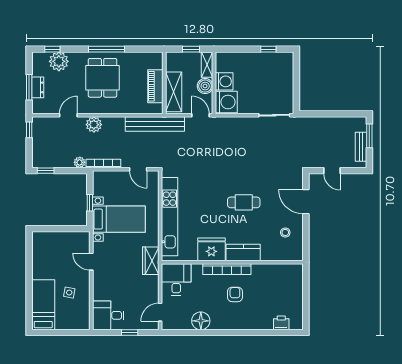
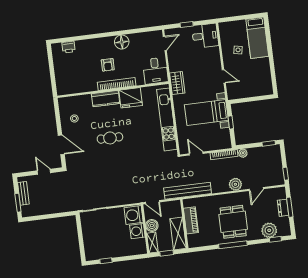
shelving: (174, 92) -> (178, 234), moved
floor lamp: (201, 321) -> (122, 42), moved

